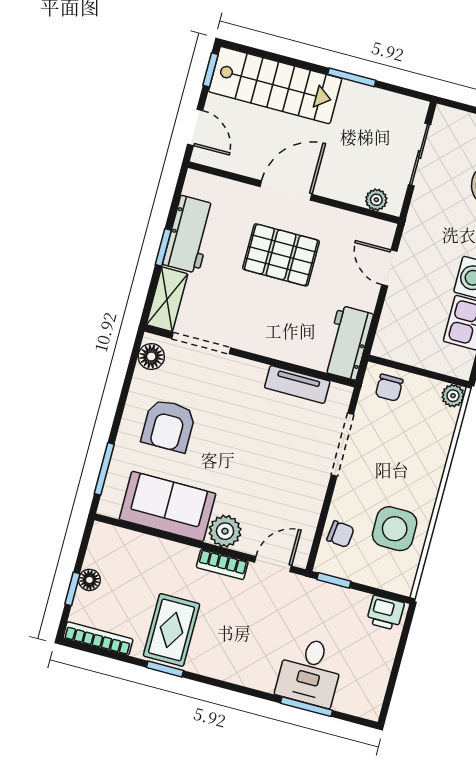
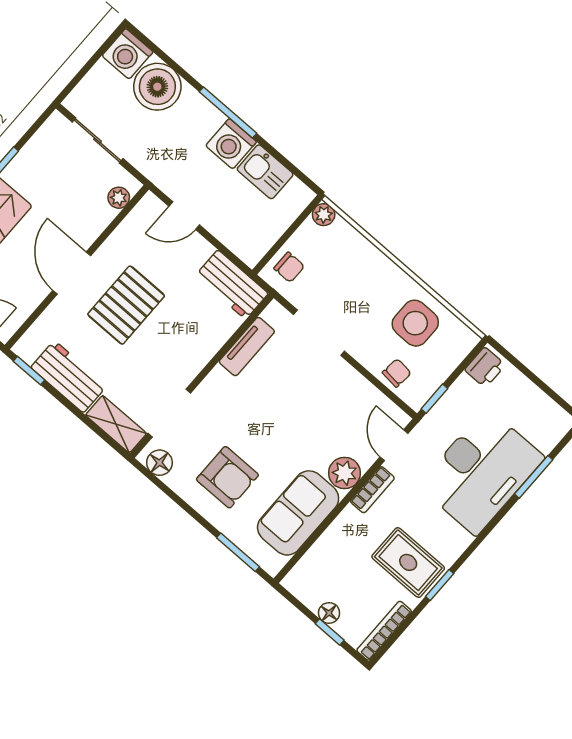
window: (163, 247) -> (29, 371), moved
desk: (310, 672) -> (481, 472), width x1.87, depth x1.30

